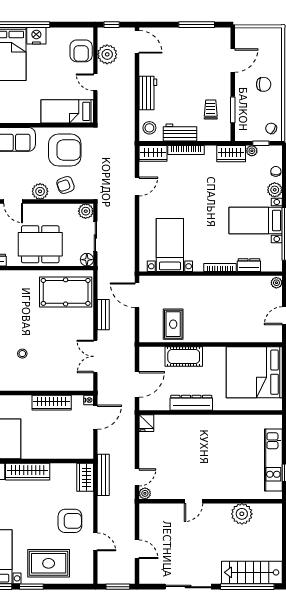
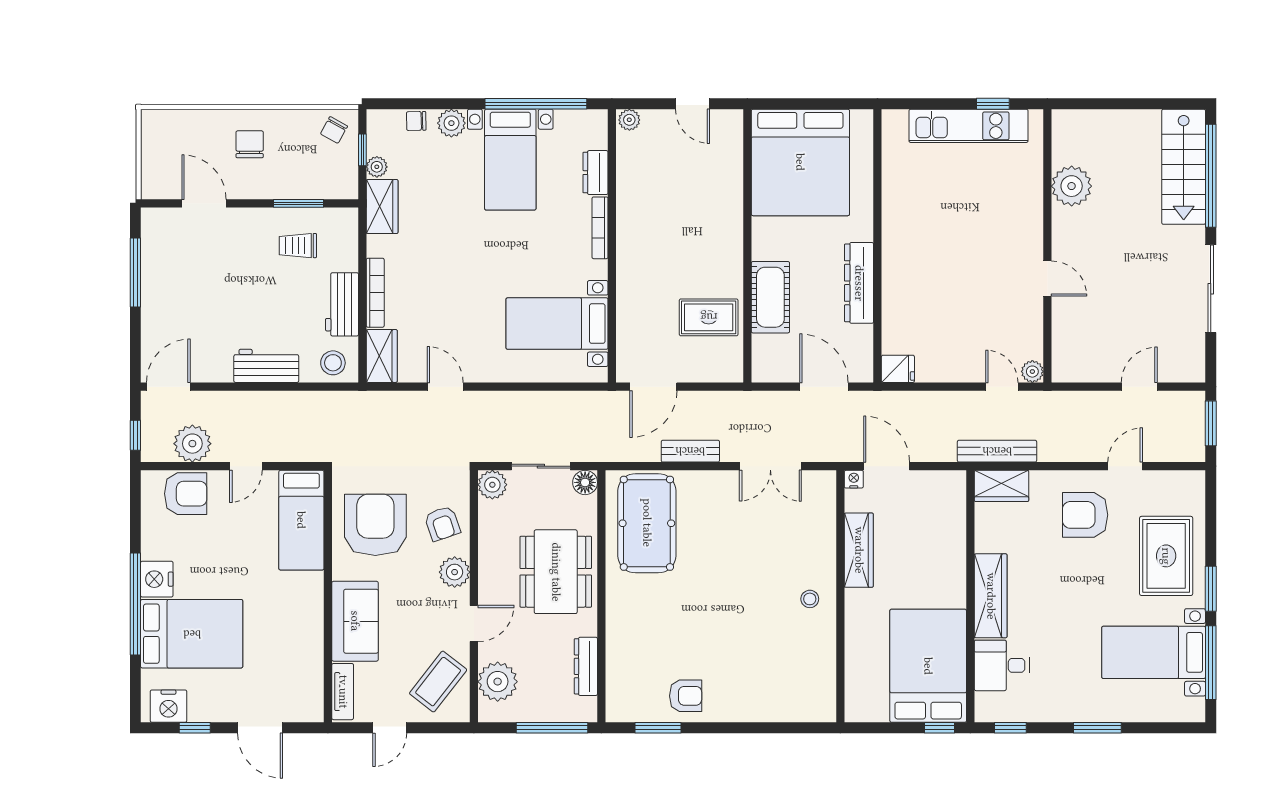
stool: (22, 354) -> (810, 599), moved
armchair: (70, 521) -> (1085, 515), turned -90

